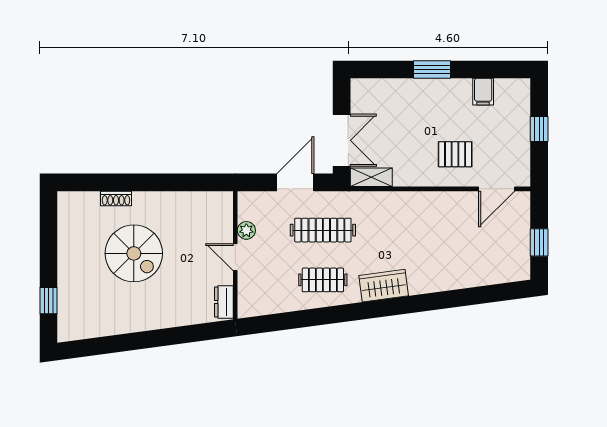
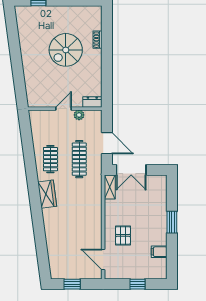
dresser: (224, 302) -> (92, 102), moved

